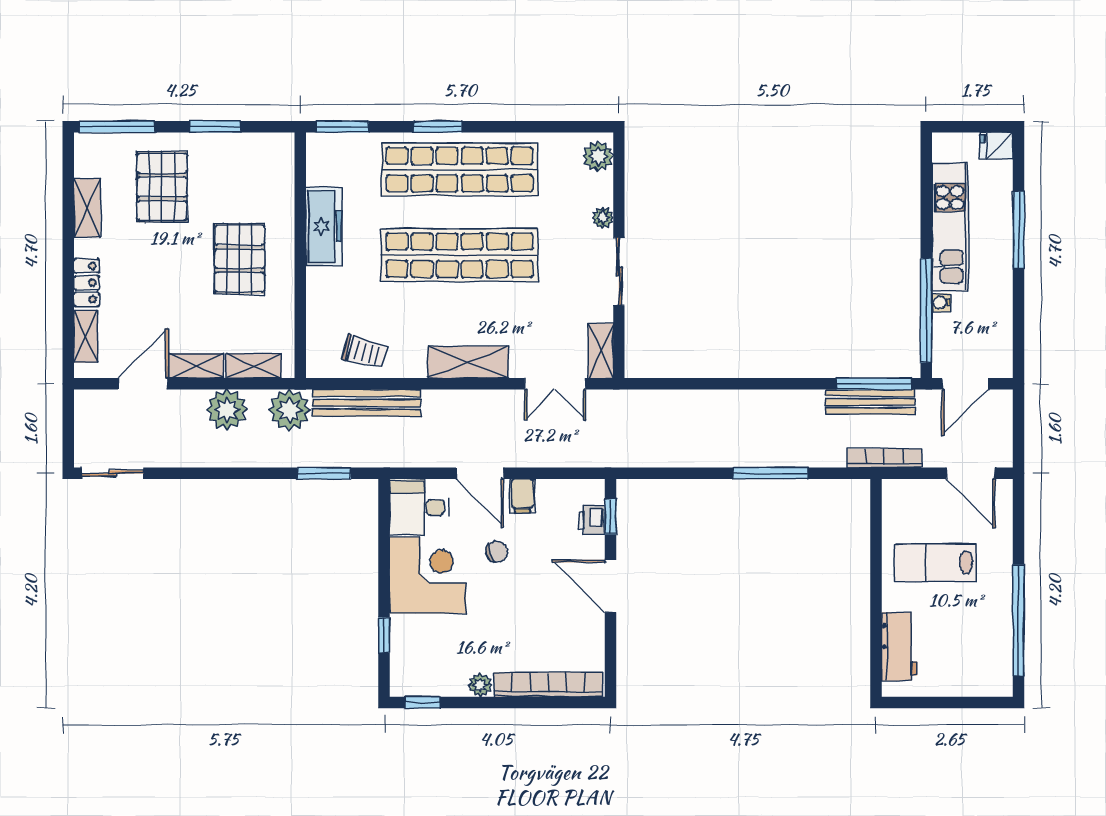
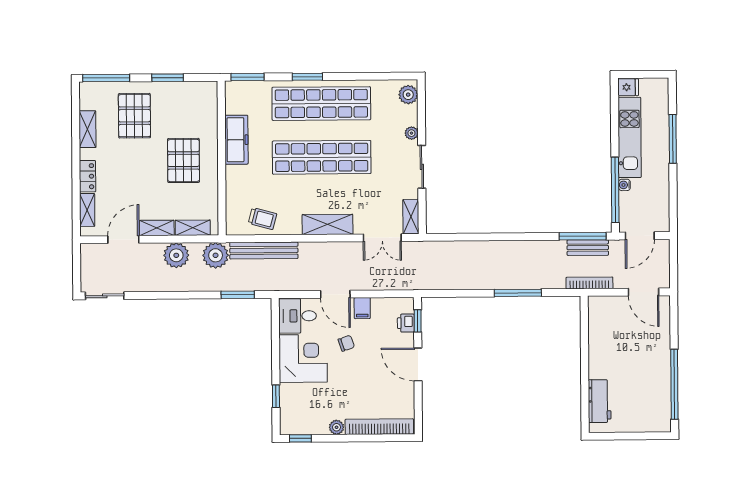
fridge: (997, 146) -> (628, 87), moved, turned 180
bench: (870, 402) -> (588, 248), width x0.73
lab bench: (935, 563) -> (622, 348), removed

